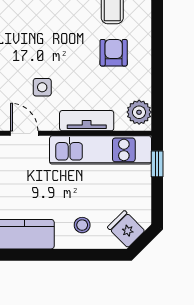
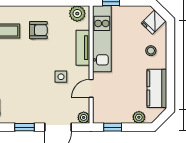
armchair: (114, 53) -> (38, 30), turned 180

